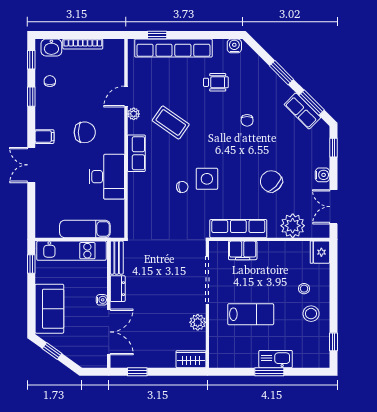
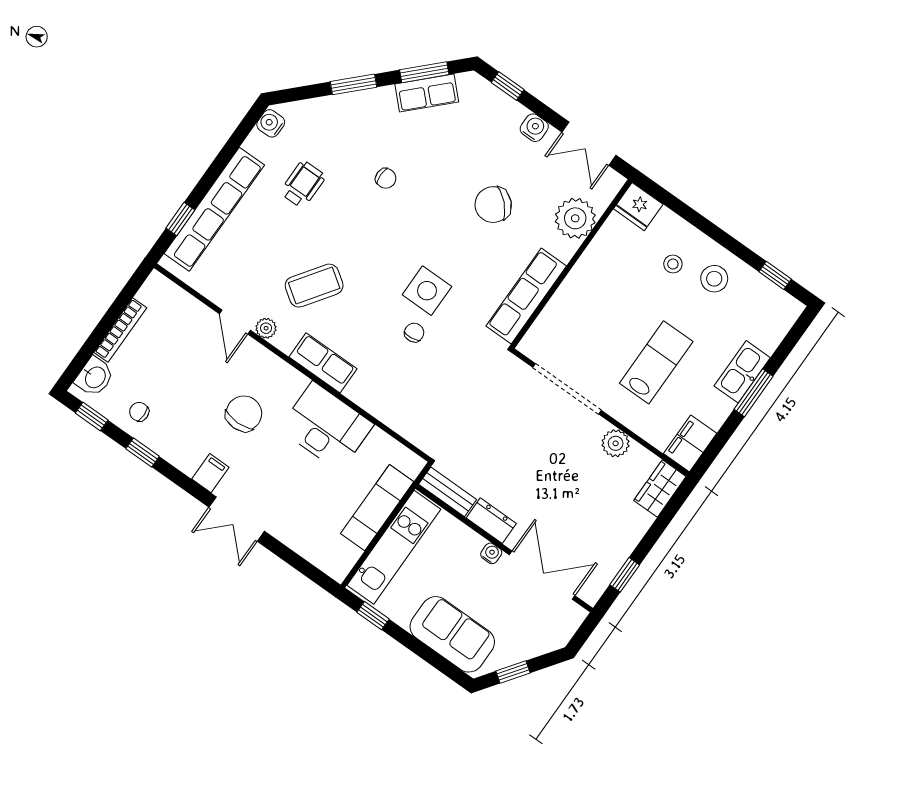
filing cabinet: (243, 250) -> (690, 443), moved, turned 180

